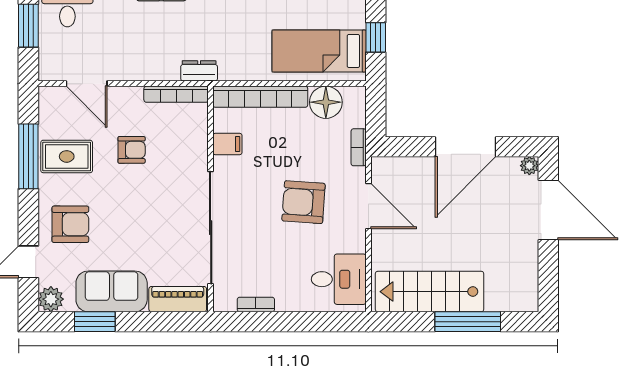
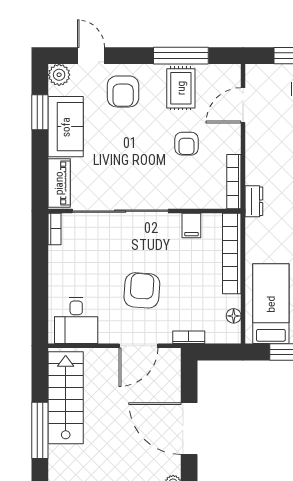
floor lamp: (326, 102) -> (234, 316), width x0.53, depth x0.53
bookcase: (256, 305) -> (55, 229), moved

